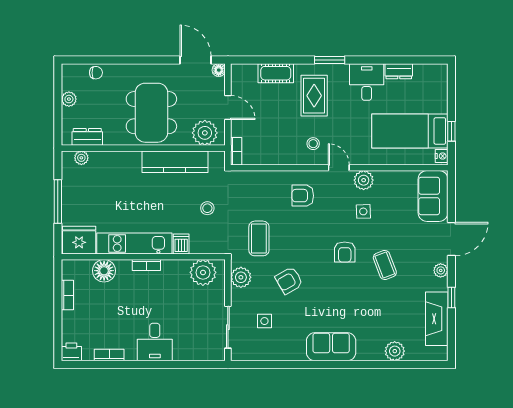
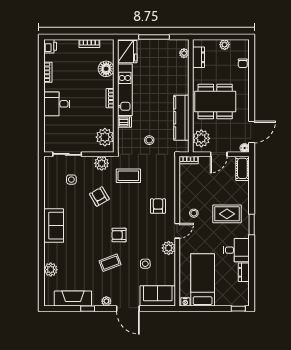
cot: (276, 73) -> (242, 168), moved
window: (451, 131) -> (238, 309), moved
side table: (363, 211) -> (145, 264), moved

